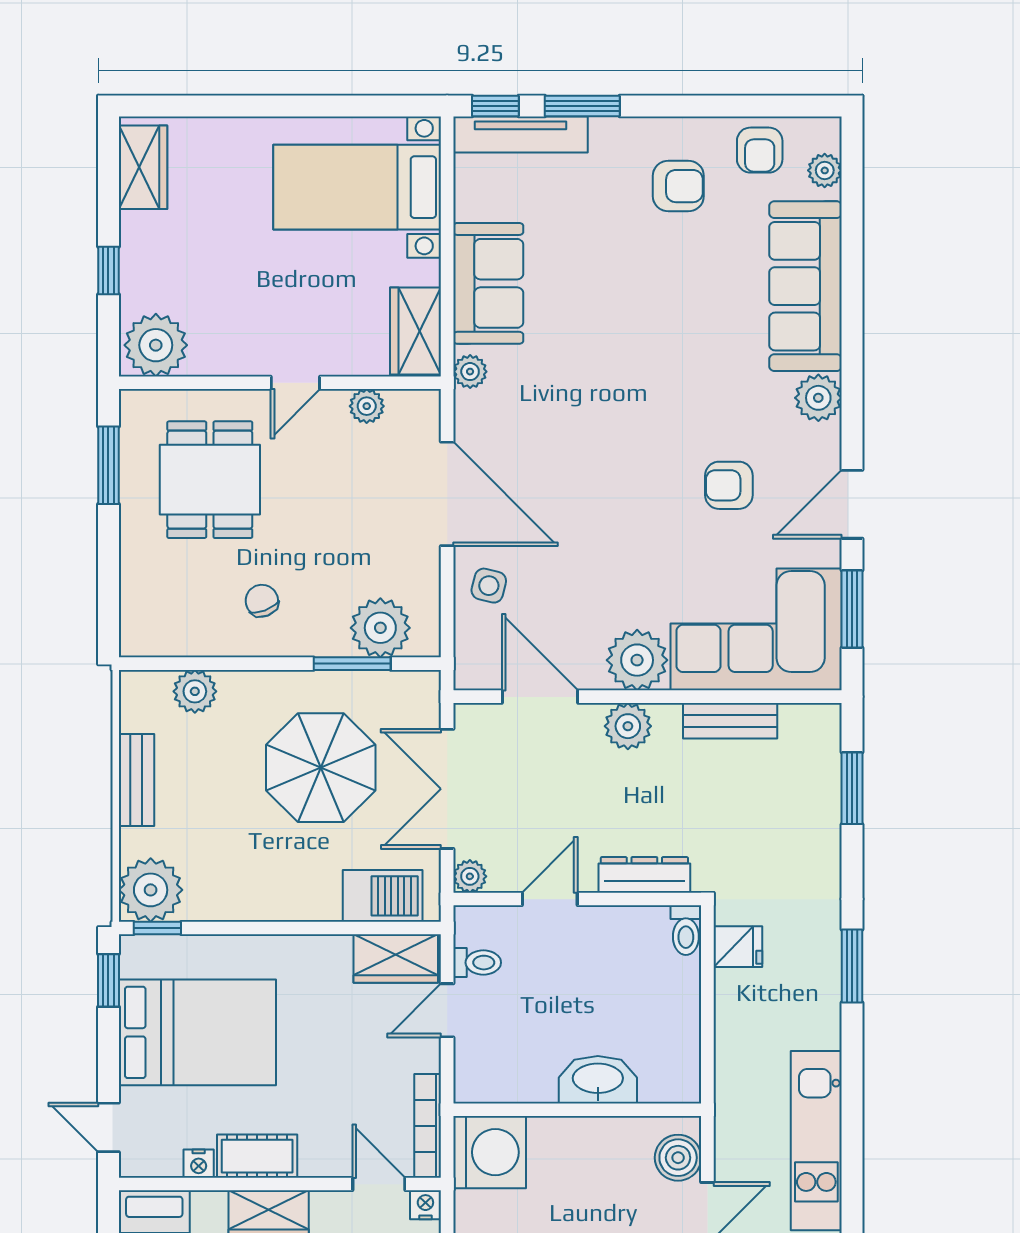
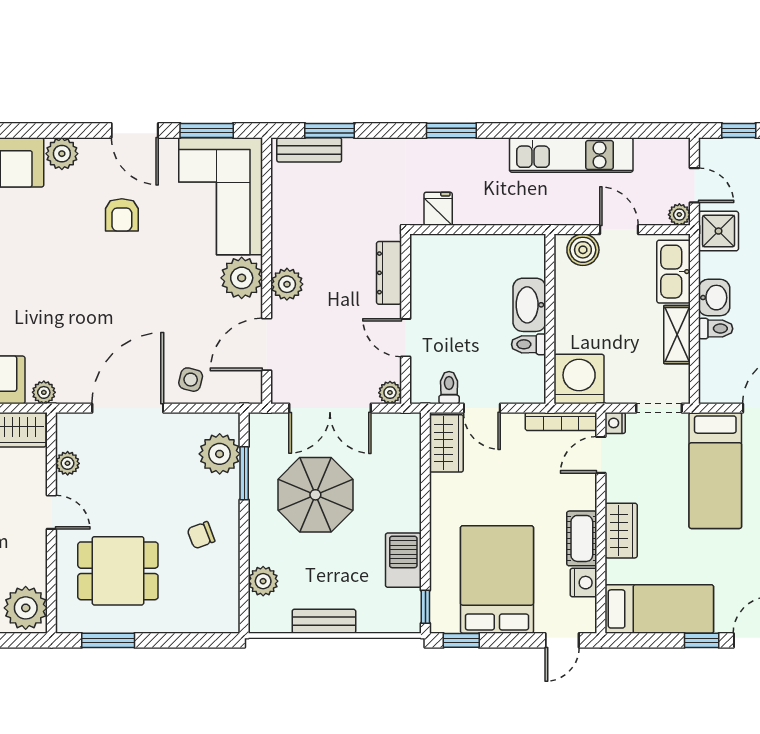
bench: (730, 721) -> (309, 150), moved, turned 90
plant: (151, 890) -> (399, 611), removed
barbecue: (383, 896) -> (403, 560), moved
toilet: (686, 930) -> (529, 344), moved, turned 180
nightstand: (199, 1164) -> (584, 583), width x1.39, depth x1.35

